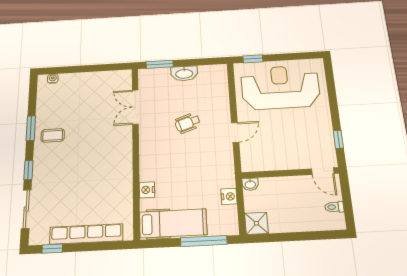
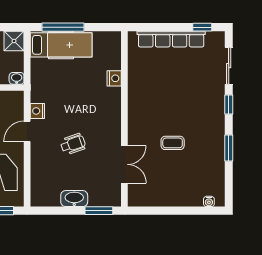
coffee table: (53, 135) -> (173, 143), moved
nightstand: (229, 196) -> (37, 111), moved
hospital bed: (173, 223) -> (61, 45), moved, turned 180

